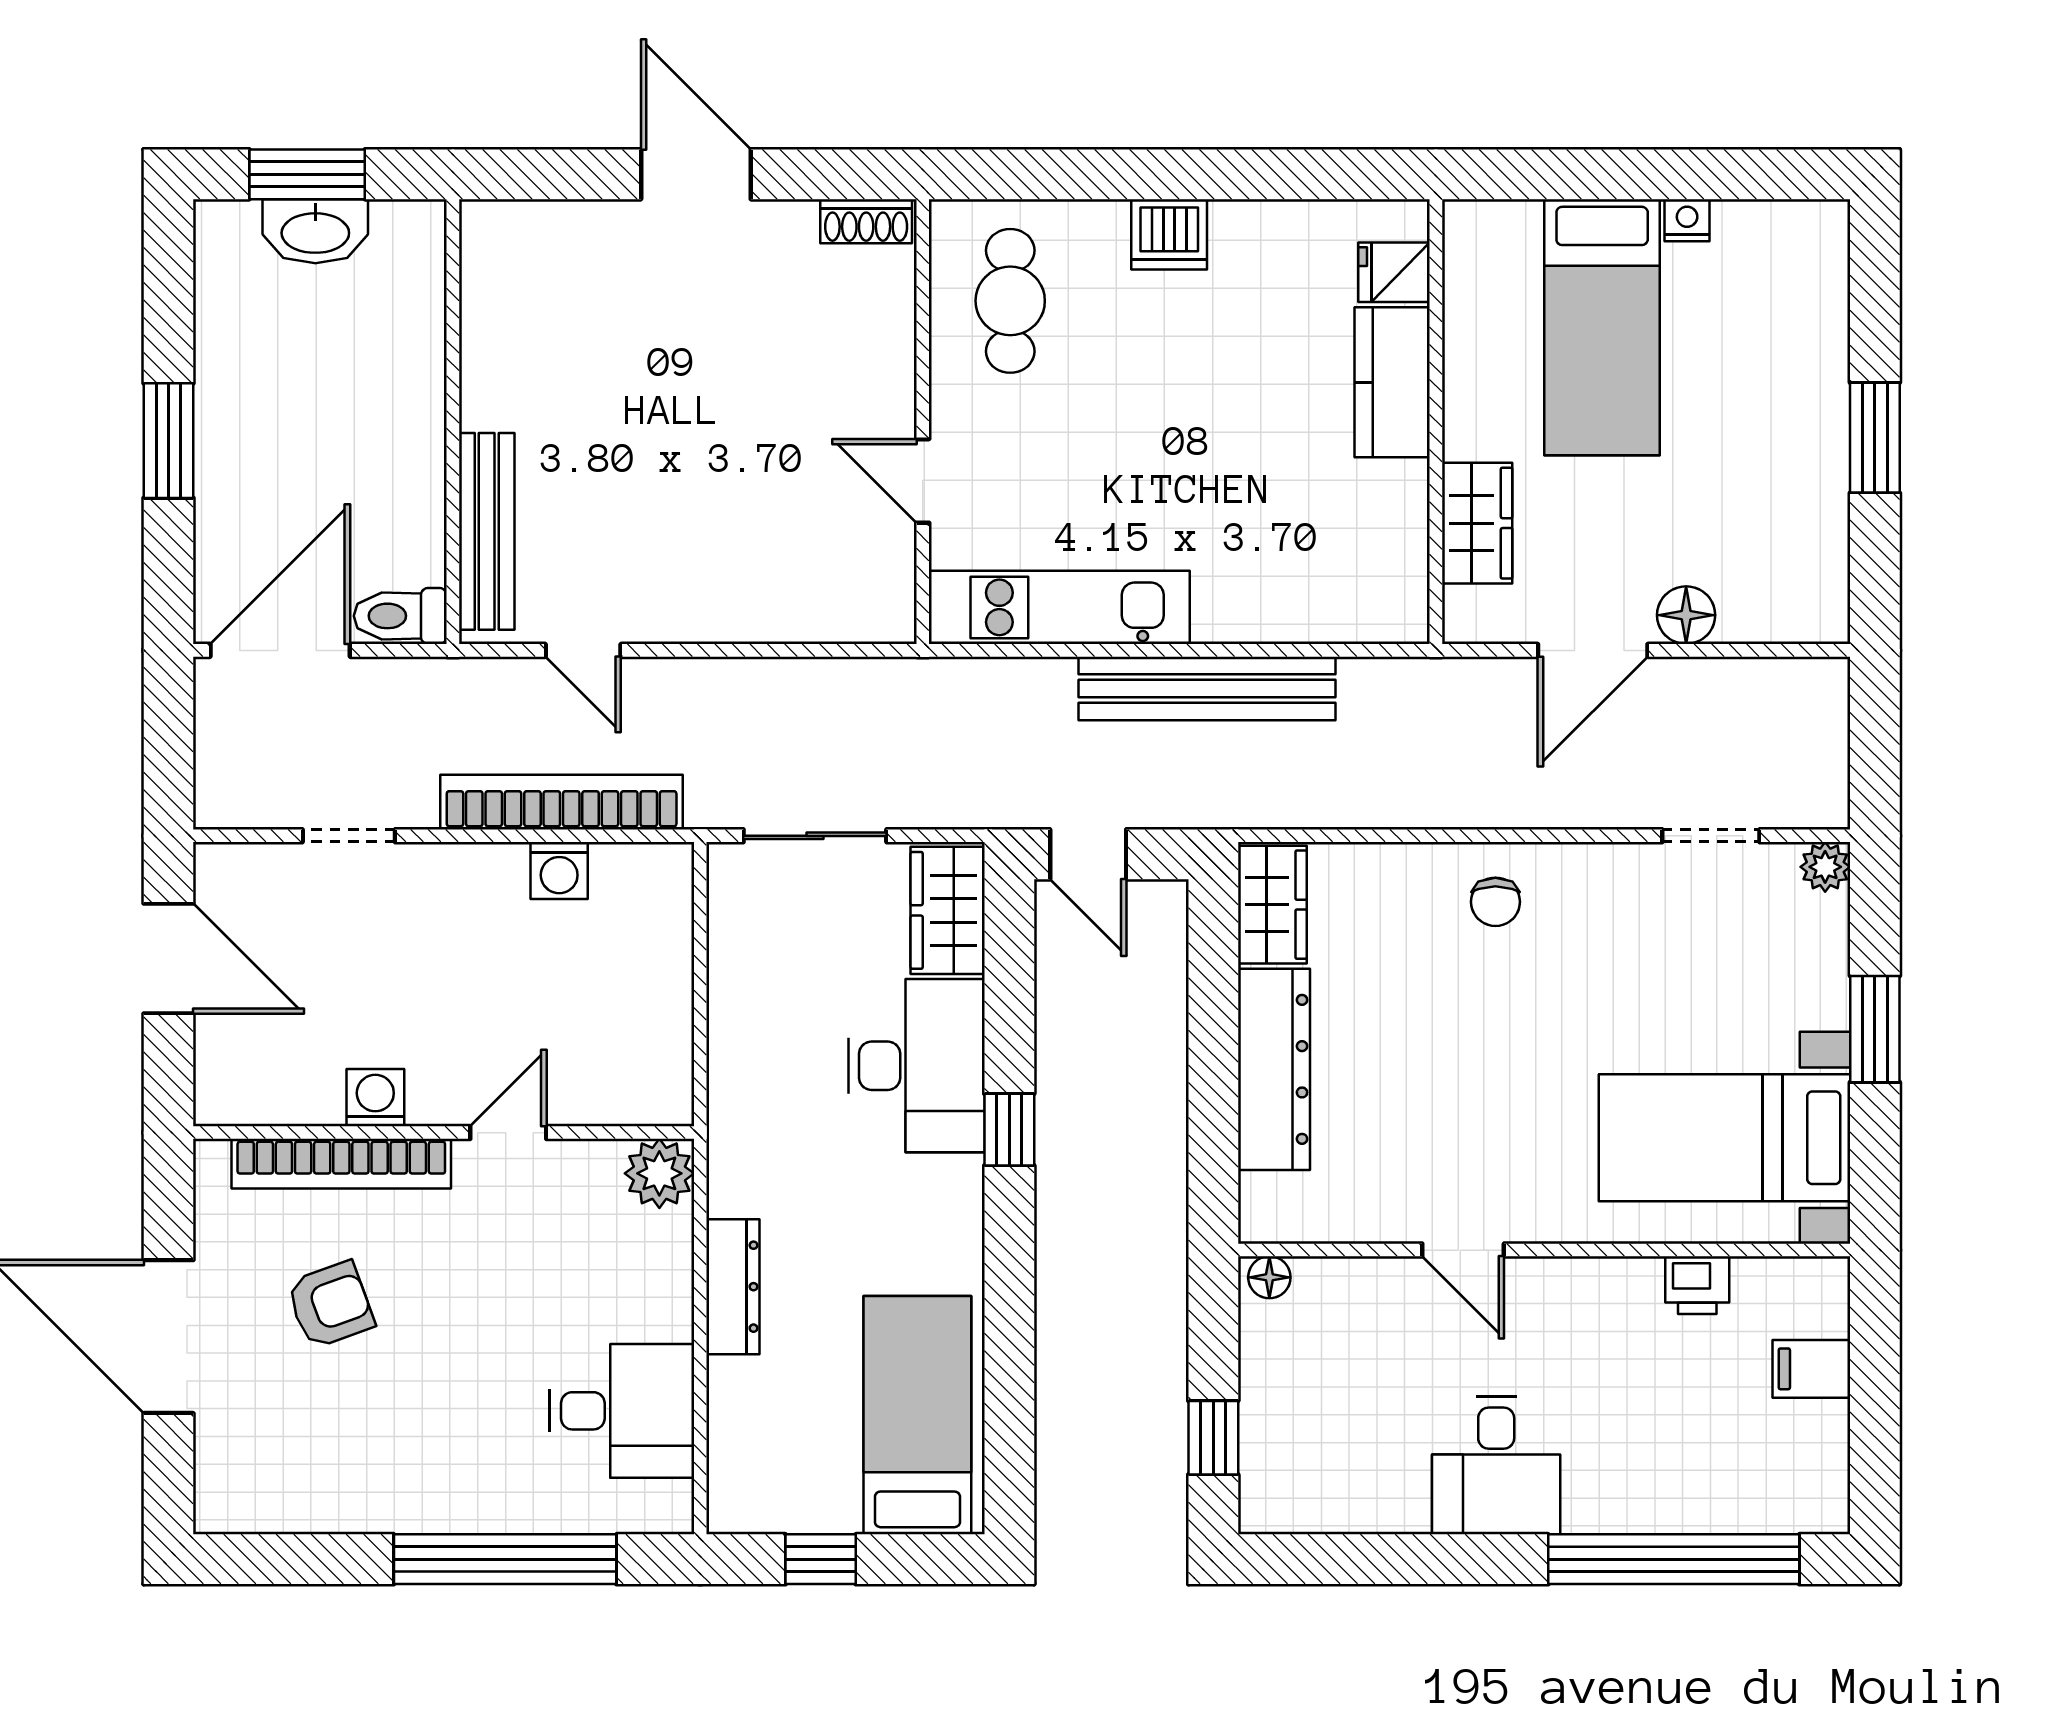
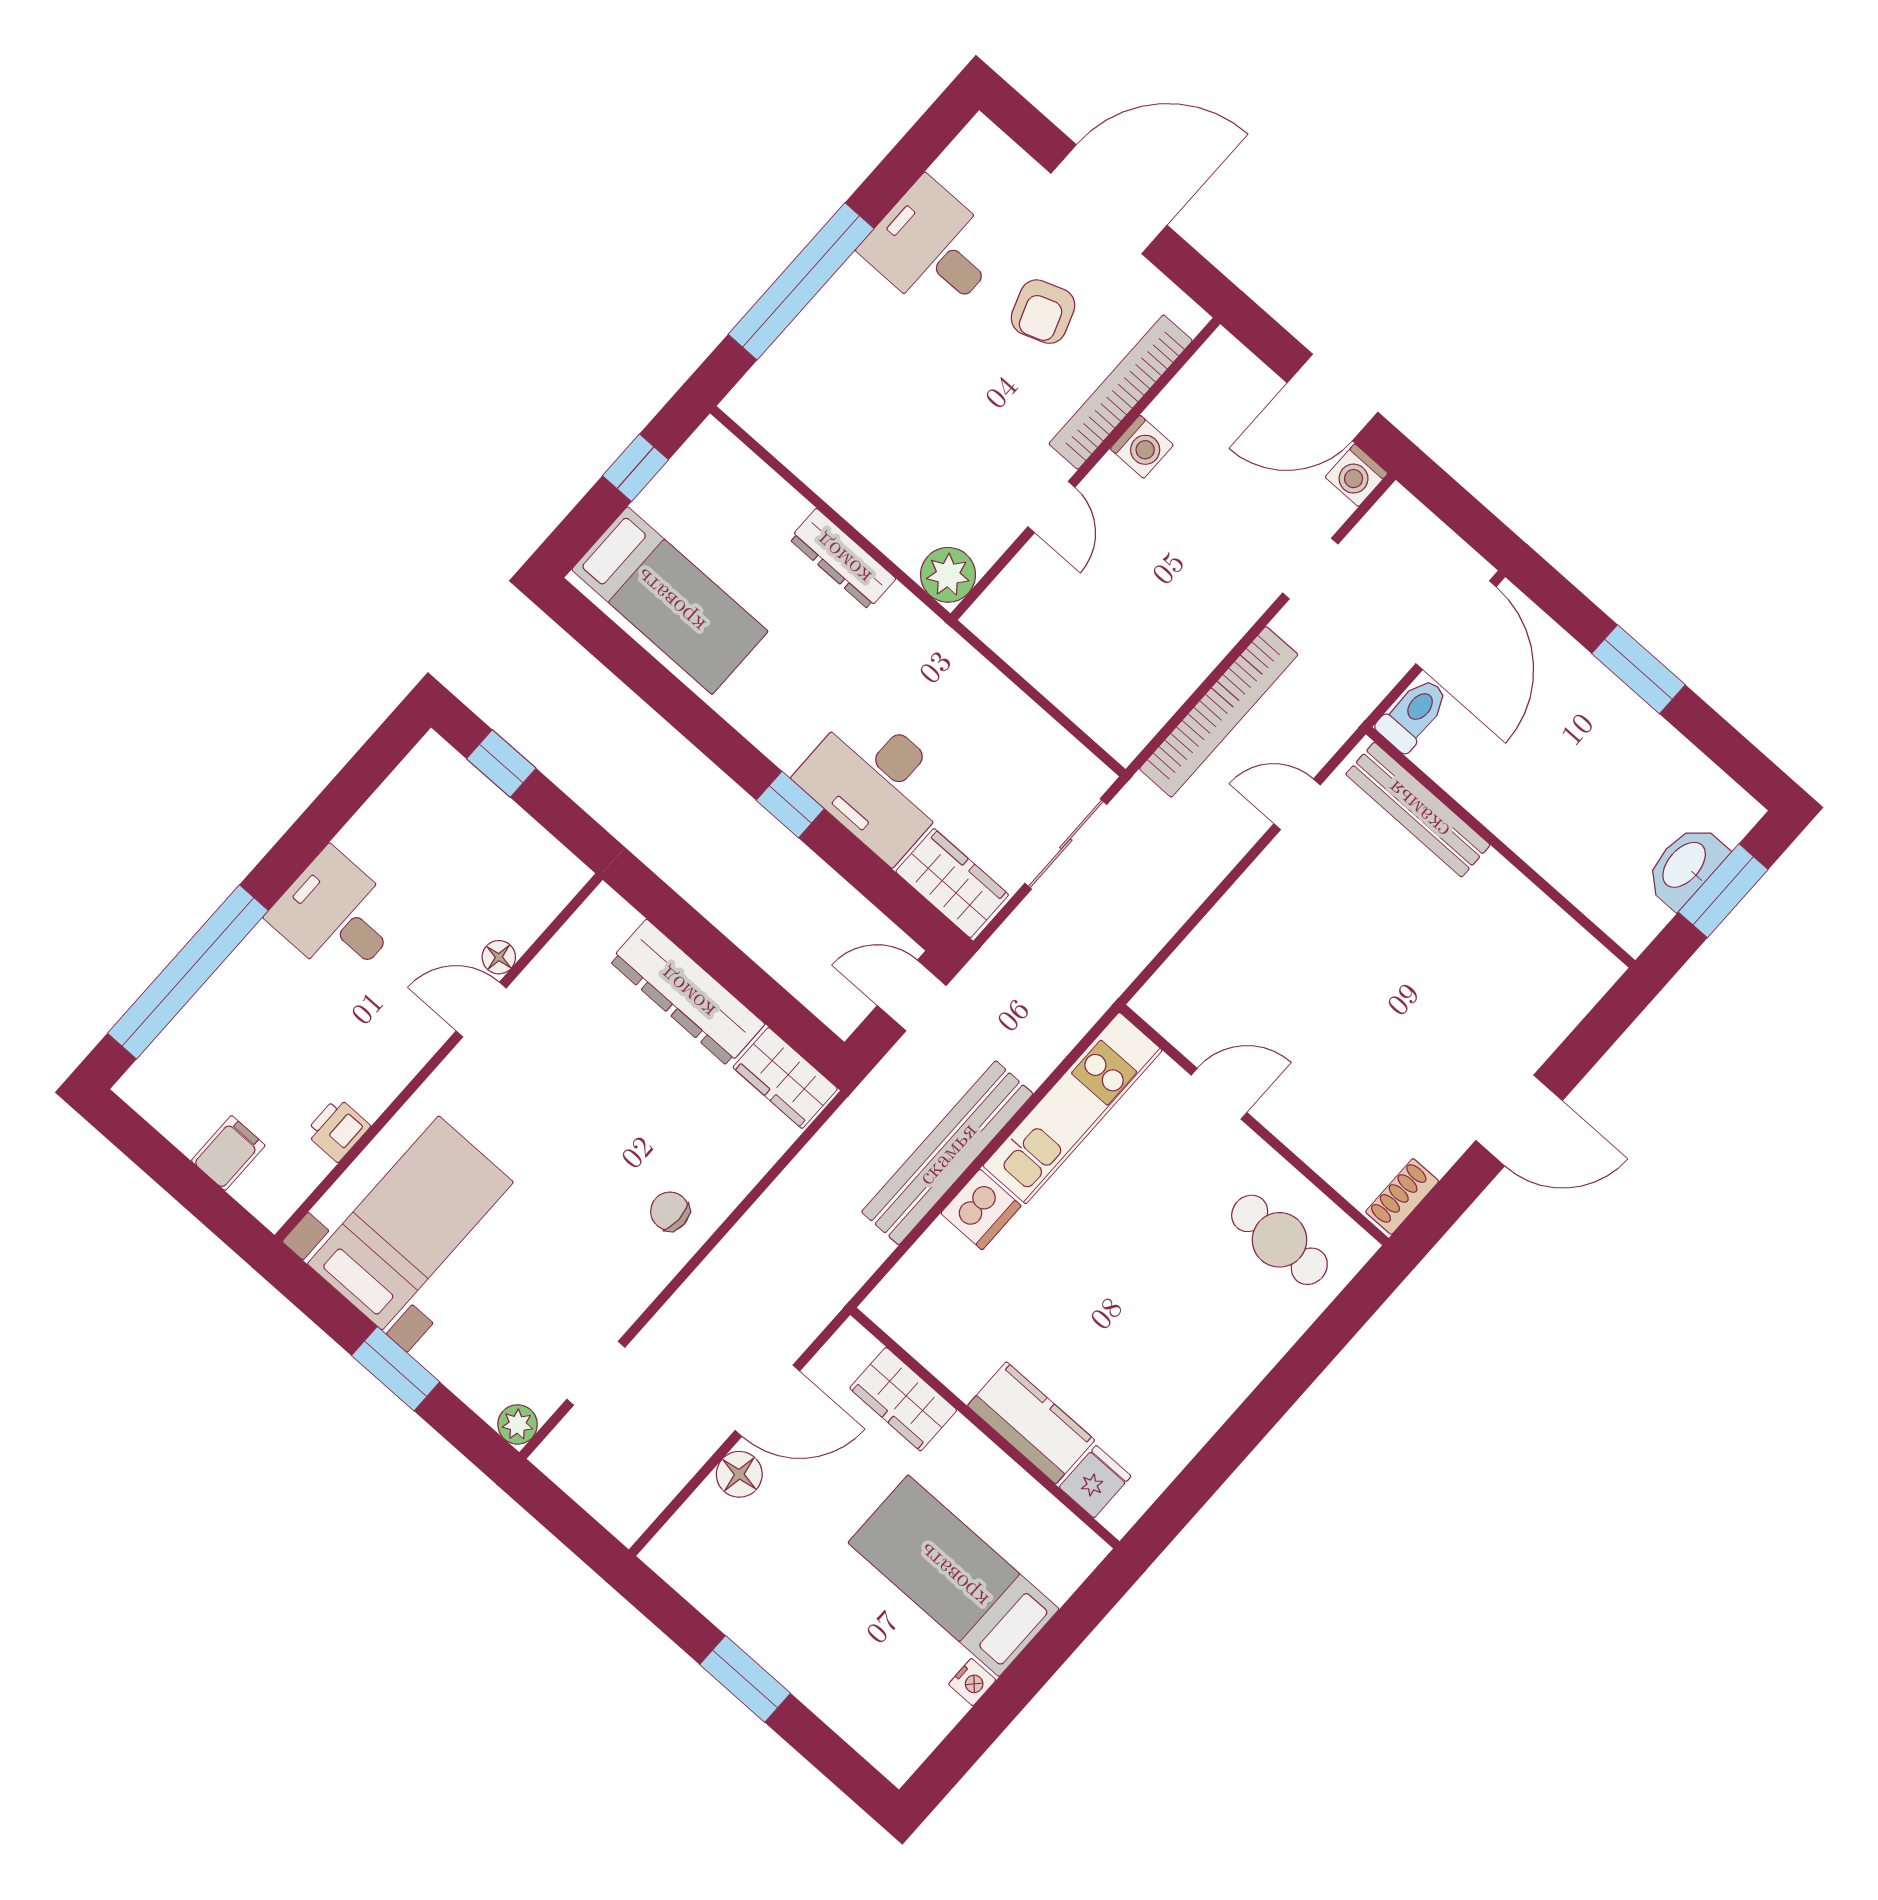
dishwasher: (1169, 234) -> (981, 1210), moved, turned 180
door: (1593, 650) -> (767, 1401), swing flipped
washing machine: (559, 871) -> (1357, 475), moved, turned -90
floor lamp: (1269, 1277) -> (499, 957), moved
desk: (622, 1411) -> (932, 249), moved, turned 90

